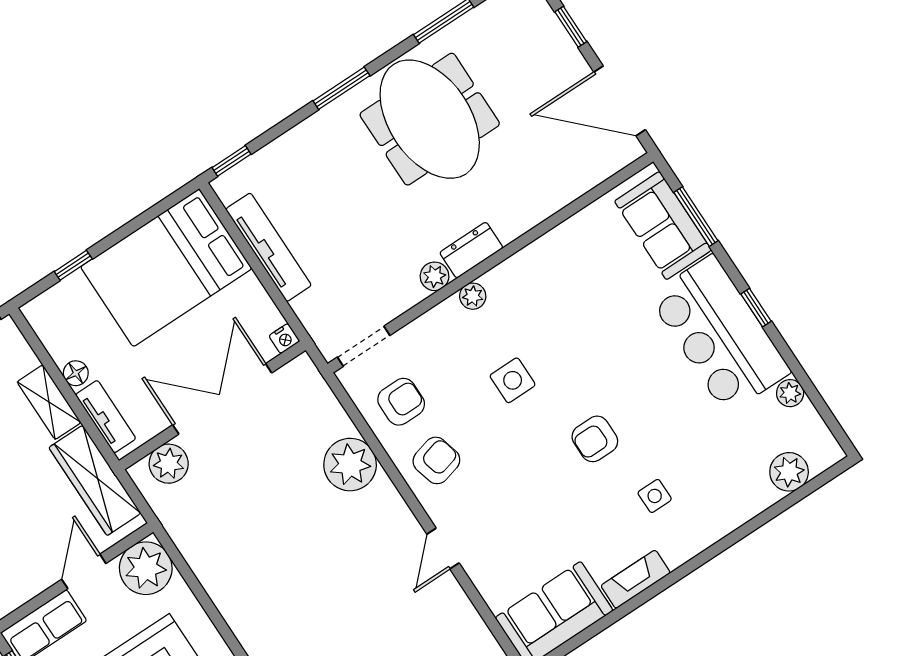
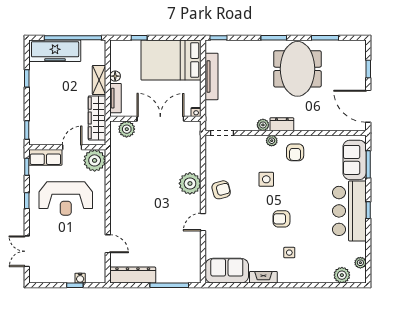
plant: (790, 393) -> (360, 263), moved
armchair: (401, 402) -> (295, 152), moved, turned 90
plant: (350, 465) -> (190, 183), moved

